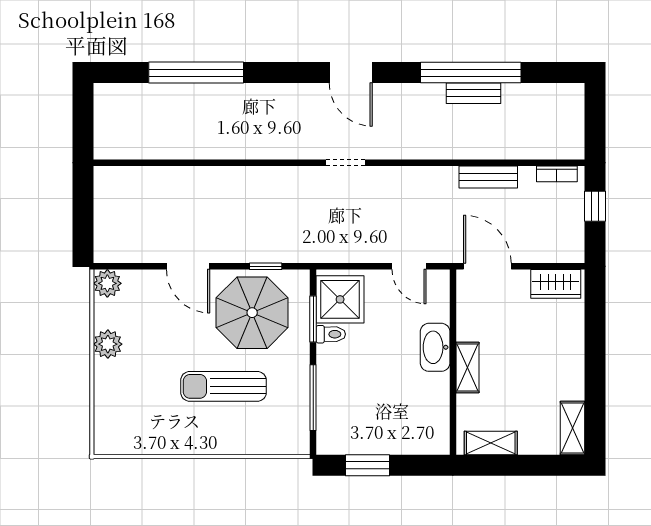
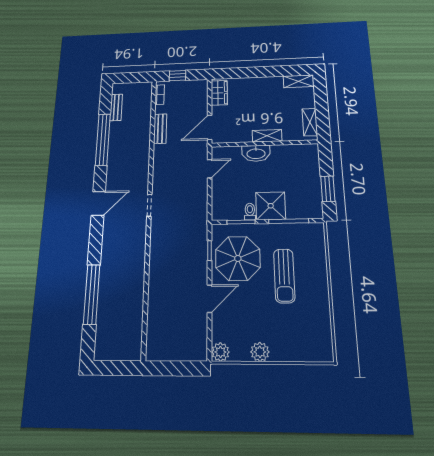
bench: (473, 93) -> (116, 107), moved
shower: (340, 299) -> (271, 206), moved

